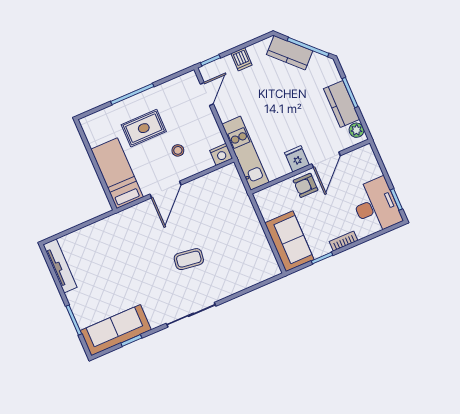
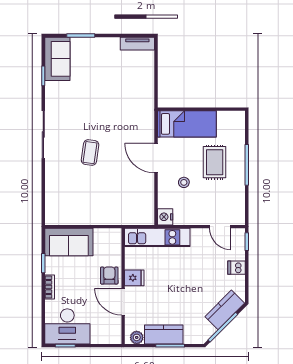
tv unit: (60, 266) -> (137, 44), width x0.71
sofa: (116, 330) -> (57, 59), width x0.73

